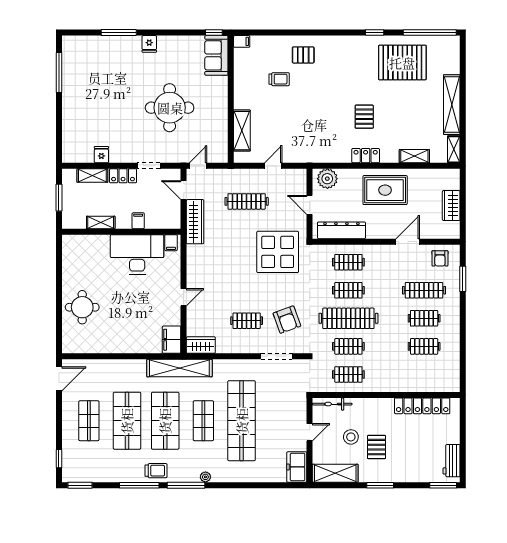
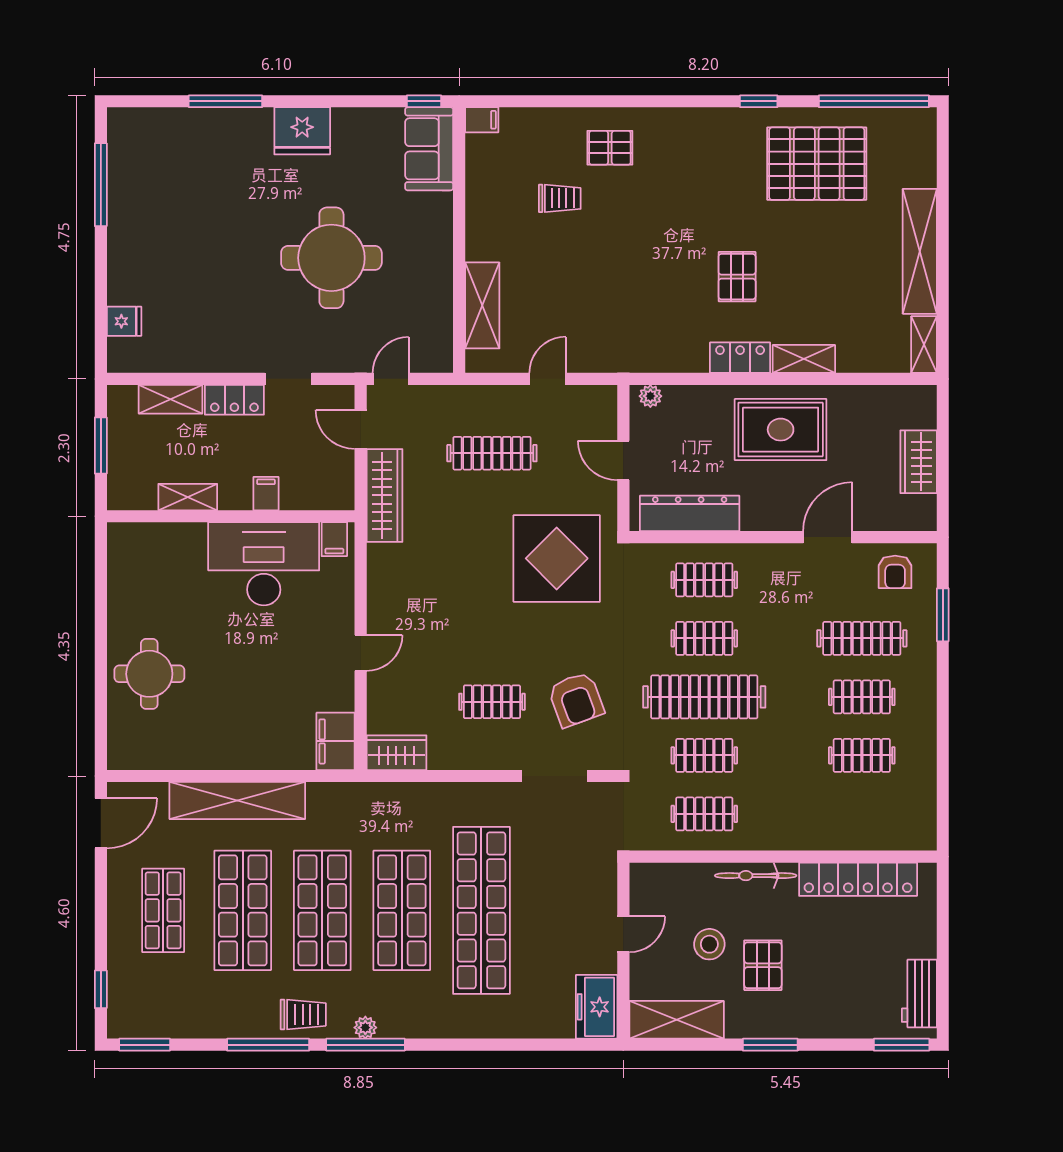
fridge: (149, 44) -> (302, 131), width x1.88, depth x1.34
fridge: (101, 155) -> (124, 321), moved, turned 90
shelving: (414, 156) -> (804, 359), moved
plant: (327, 179) -> (650, 396), width x0.53, depth x0.53
shelving: (179, 368) -> (237, 801), moved
bicycle: (332, 404) -> (756, 876), moved
shop shelf: (203, 421) -> (402, 910), width x1.43, depth x1.36
plant: (205, 477) -> (365, 1028), moved

